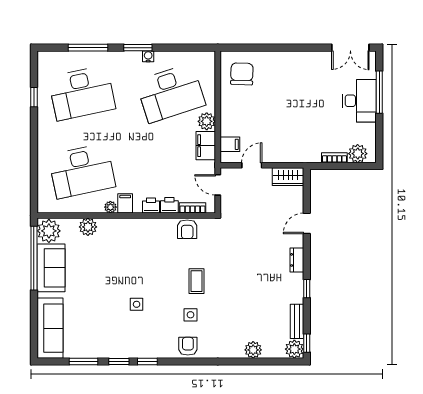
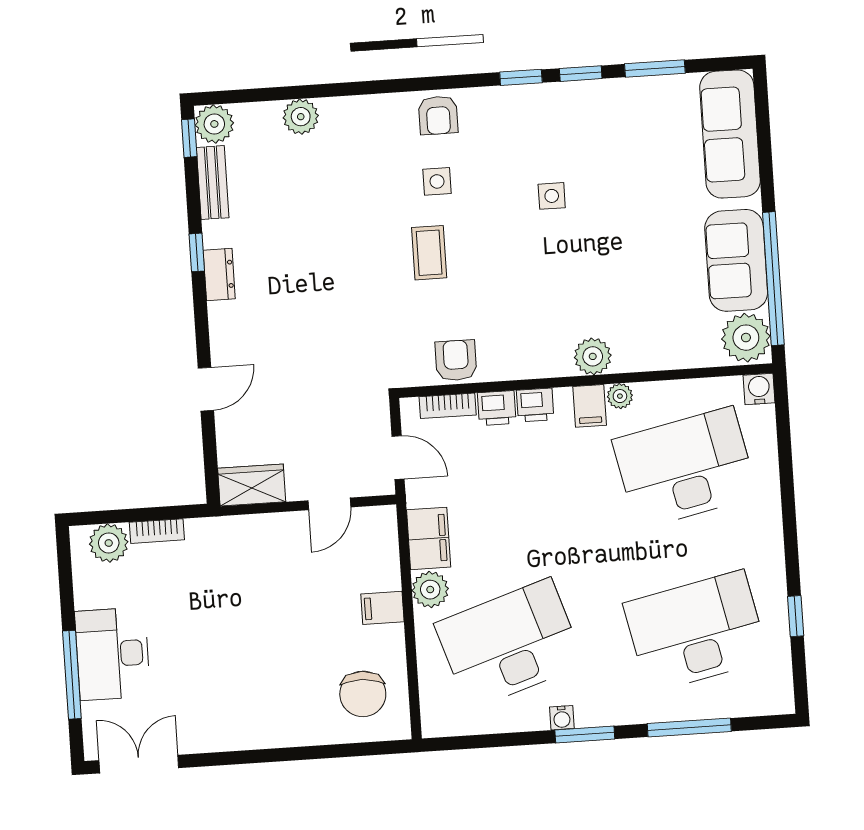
filing cabinet: (230, 144) -> (382, 608), moved
water cooler: (44, 206) -> (759, 389), added
plant: (88, 227) -> (593, 356), moved
dresser: (297, 260) -> (219, 275), moved

